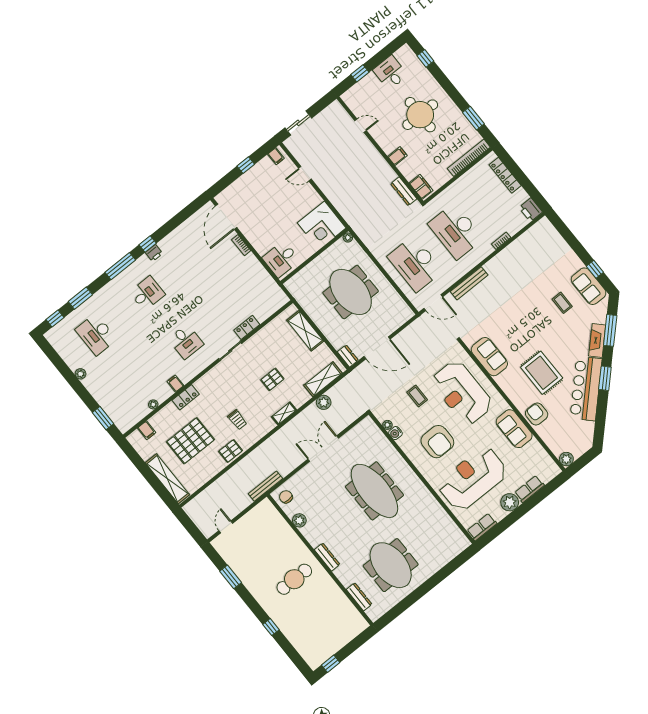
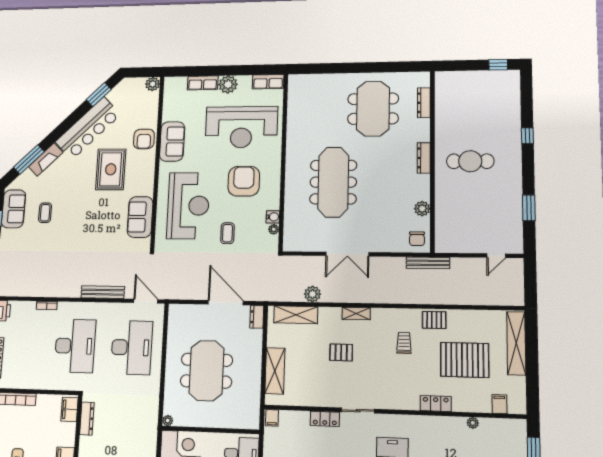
window: (605, 378) -> (99, 94), moved
filing cabinet: (175, 384) -> (272, 418), moved

